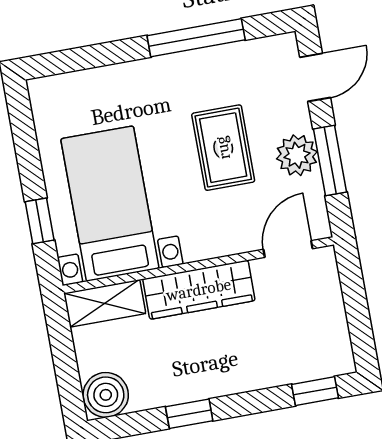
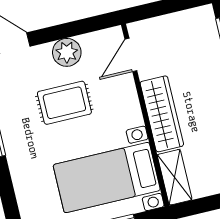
window: (330, 160) -> (69, 30), removed
door: (288, 249) -> (131, 55), hinge flipped

